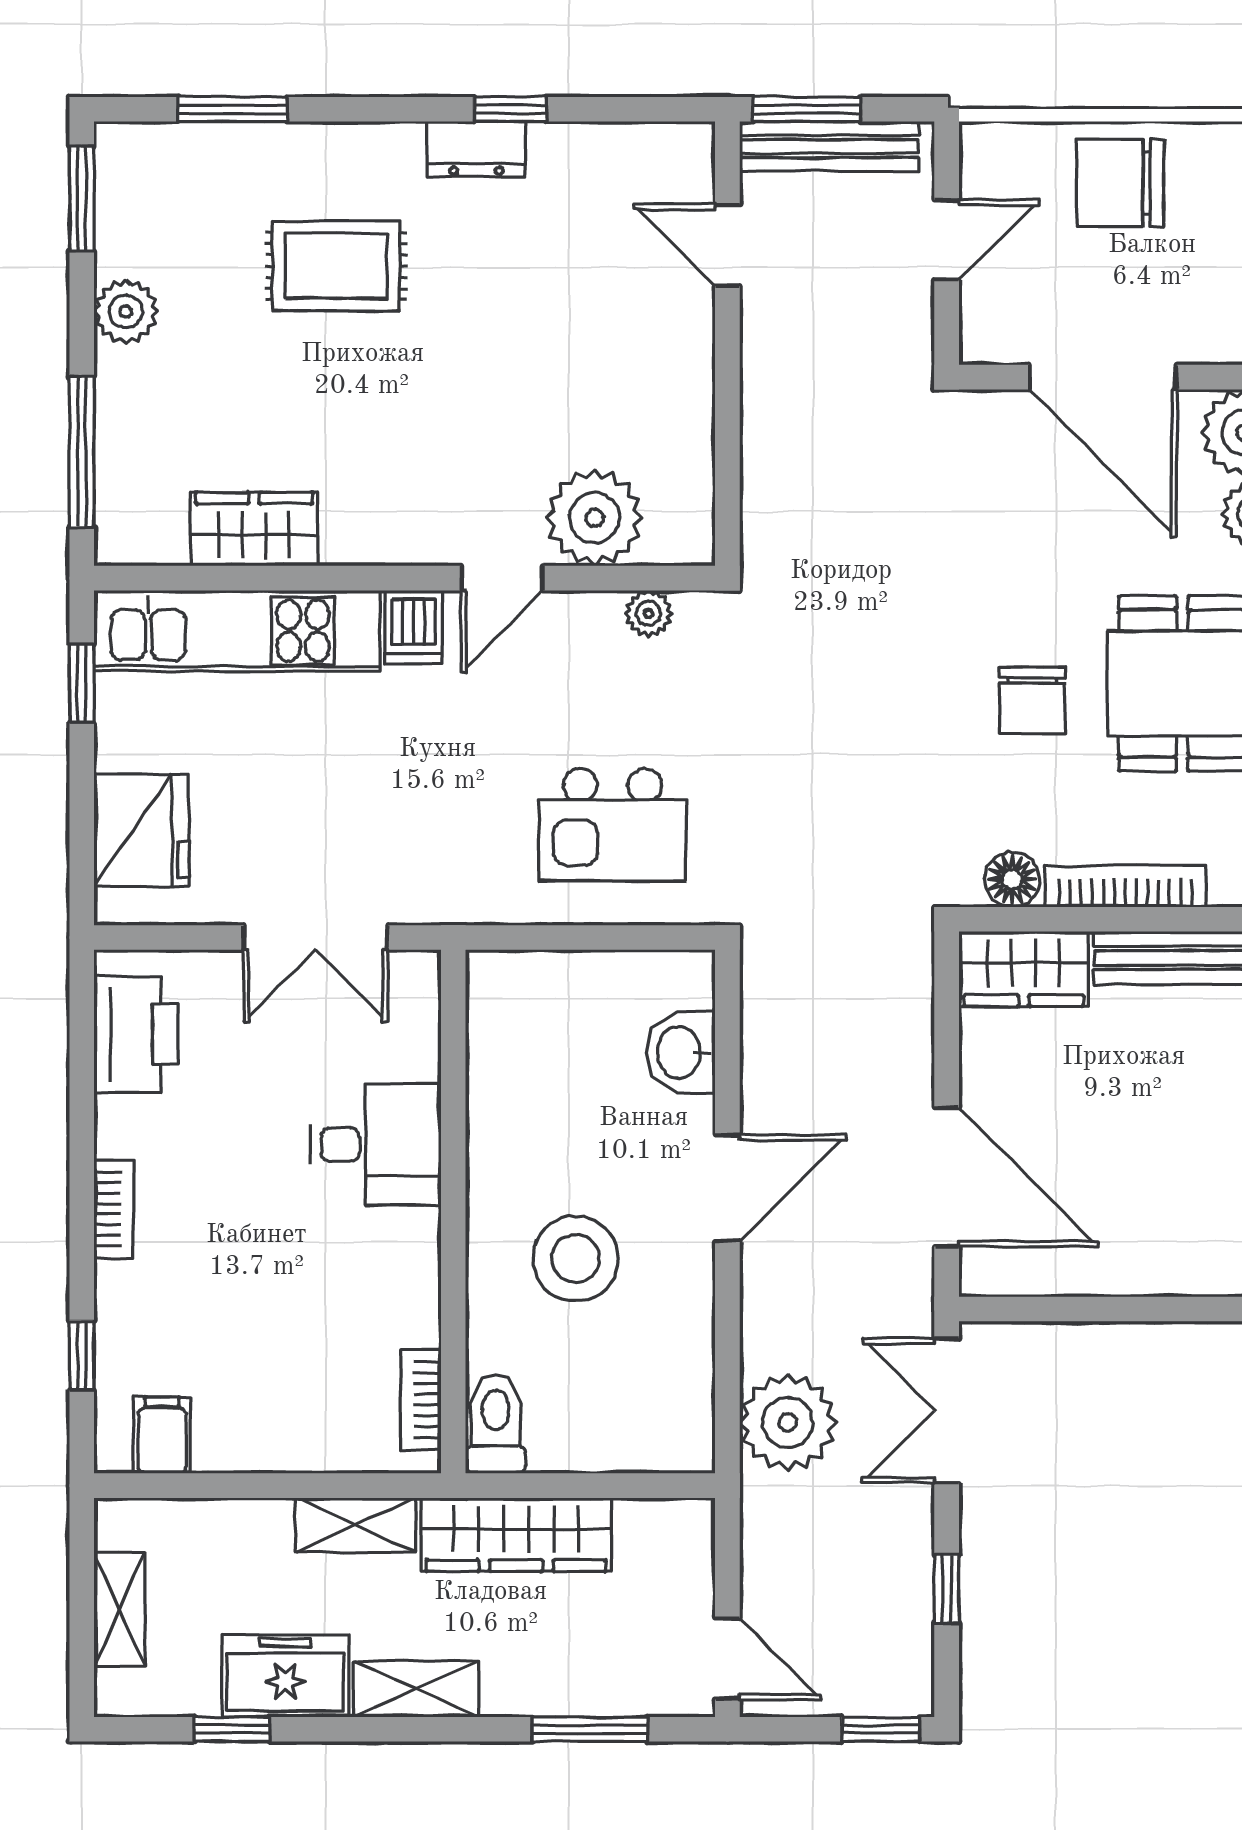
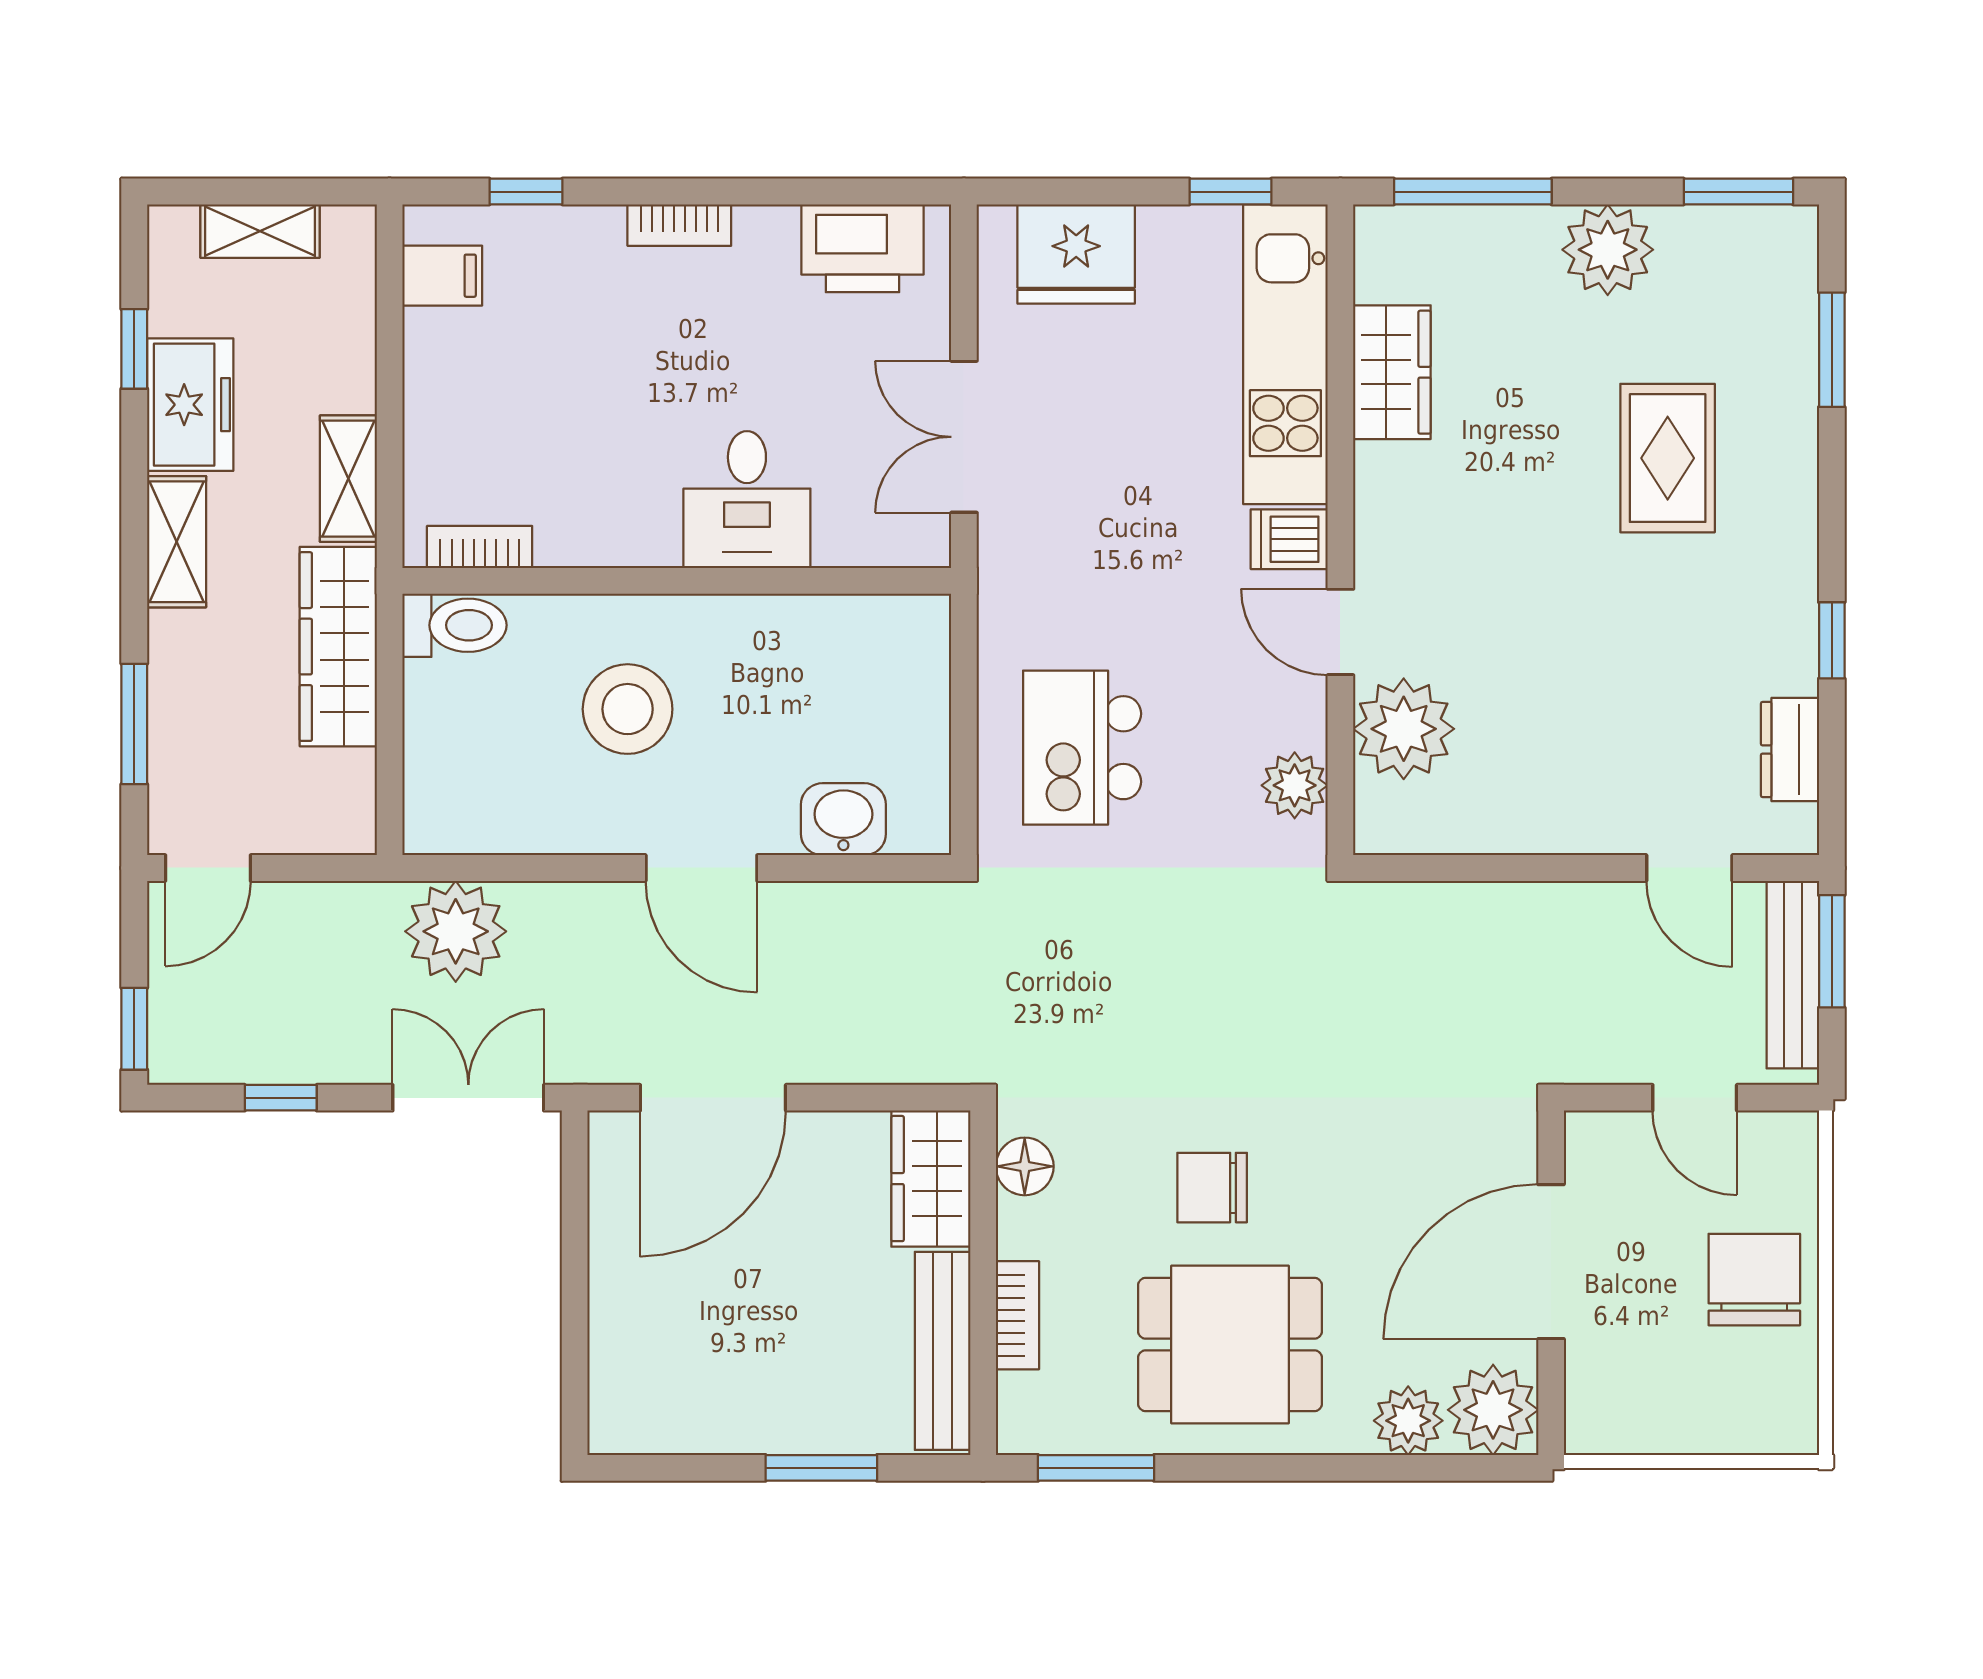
dresser: (476, 149) -> (1790, 750), moved
door: (727, 245) -> (1689, 868), swing flipped
plant: (126, 312) -> (1608, 250), width x1.36, depth x1.36
plant: (648, 613) -> (1295, 785), width x1.38, depth x1.38
bookcase: (1125, 886) -> (1017, 1315), width x0.64

